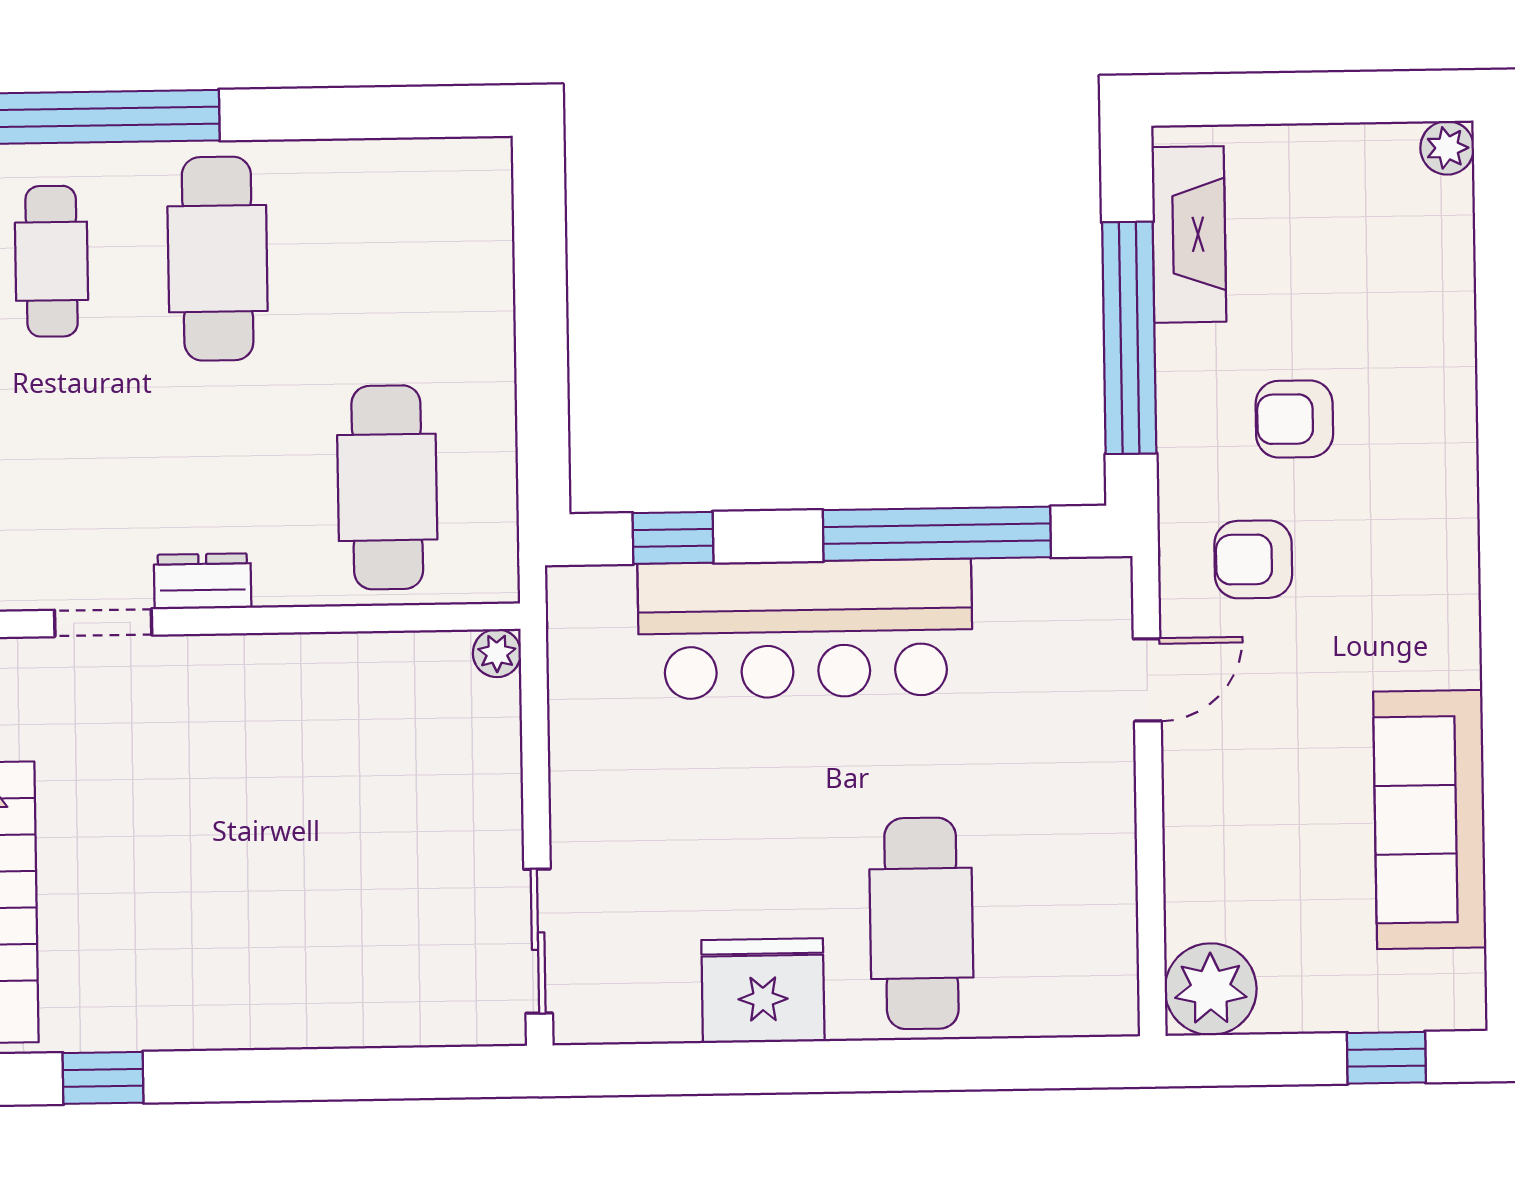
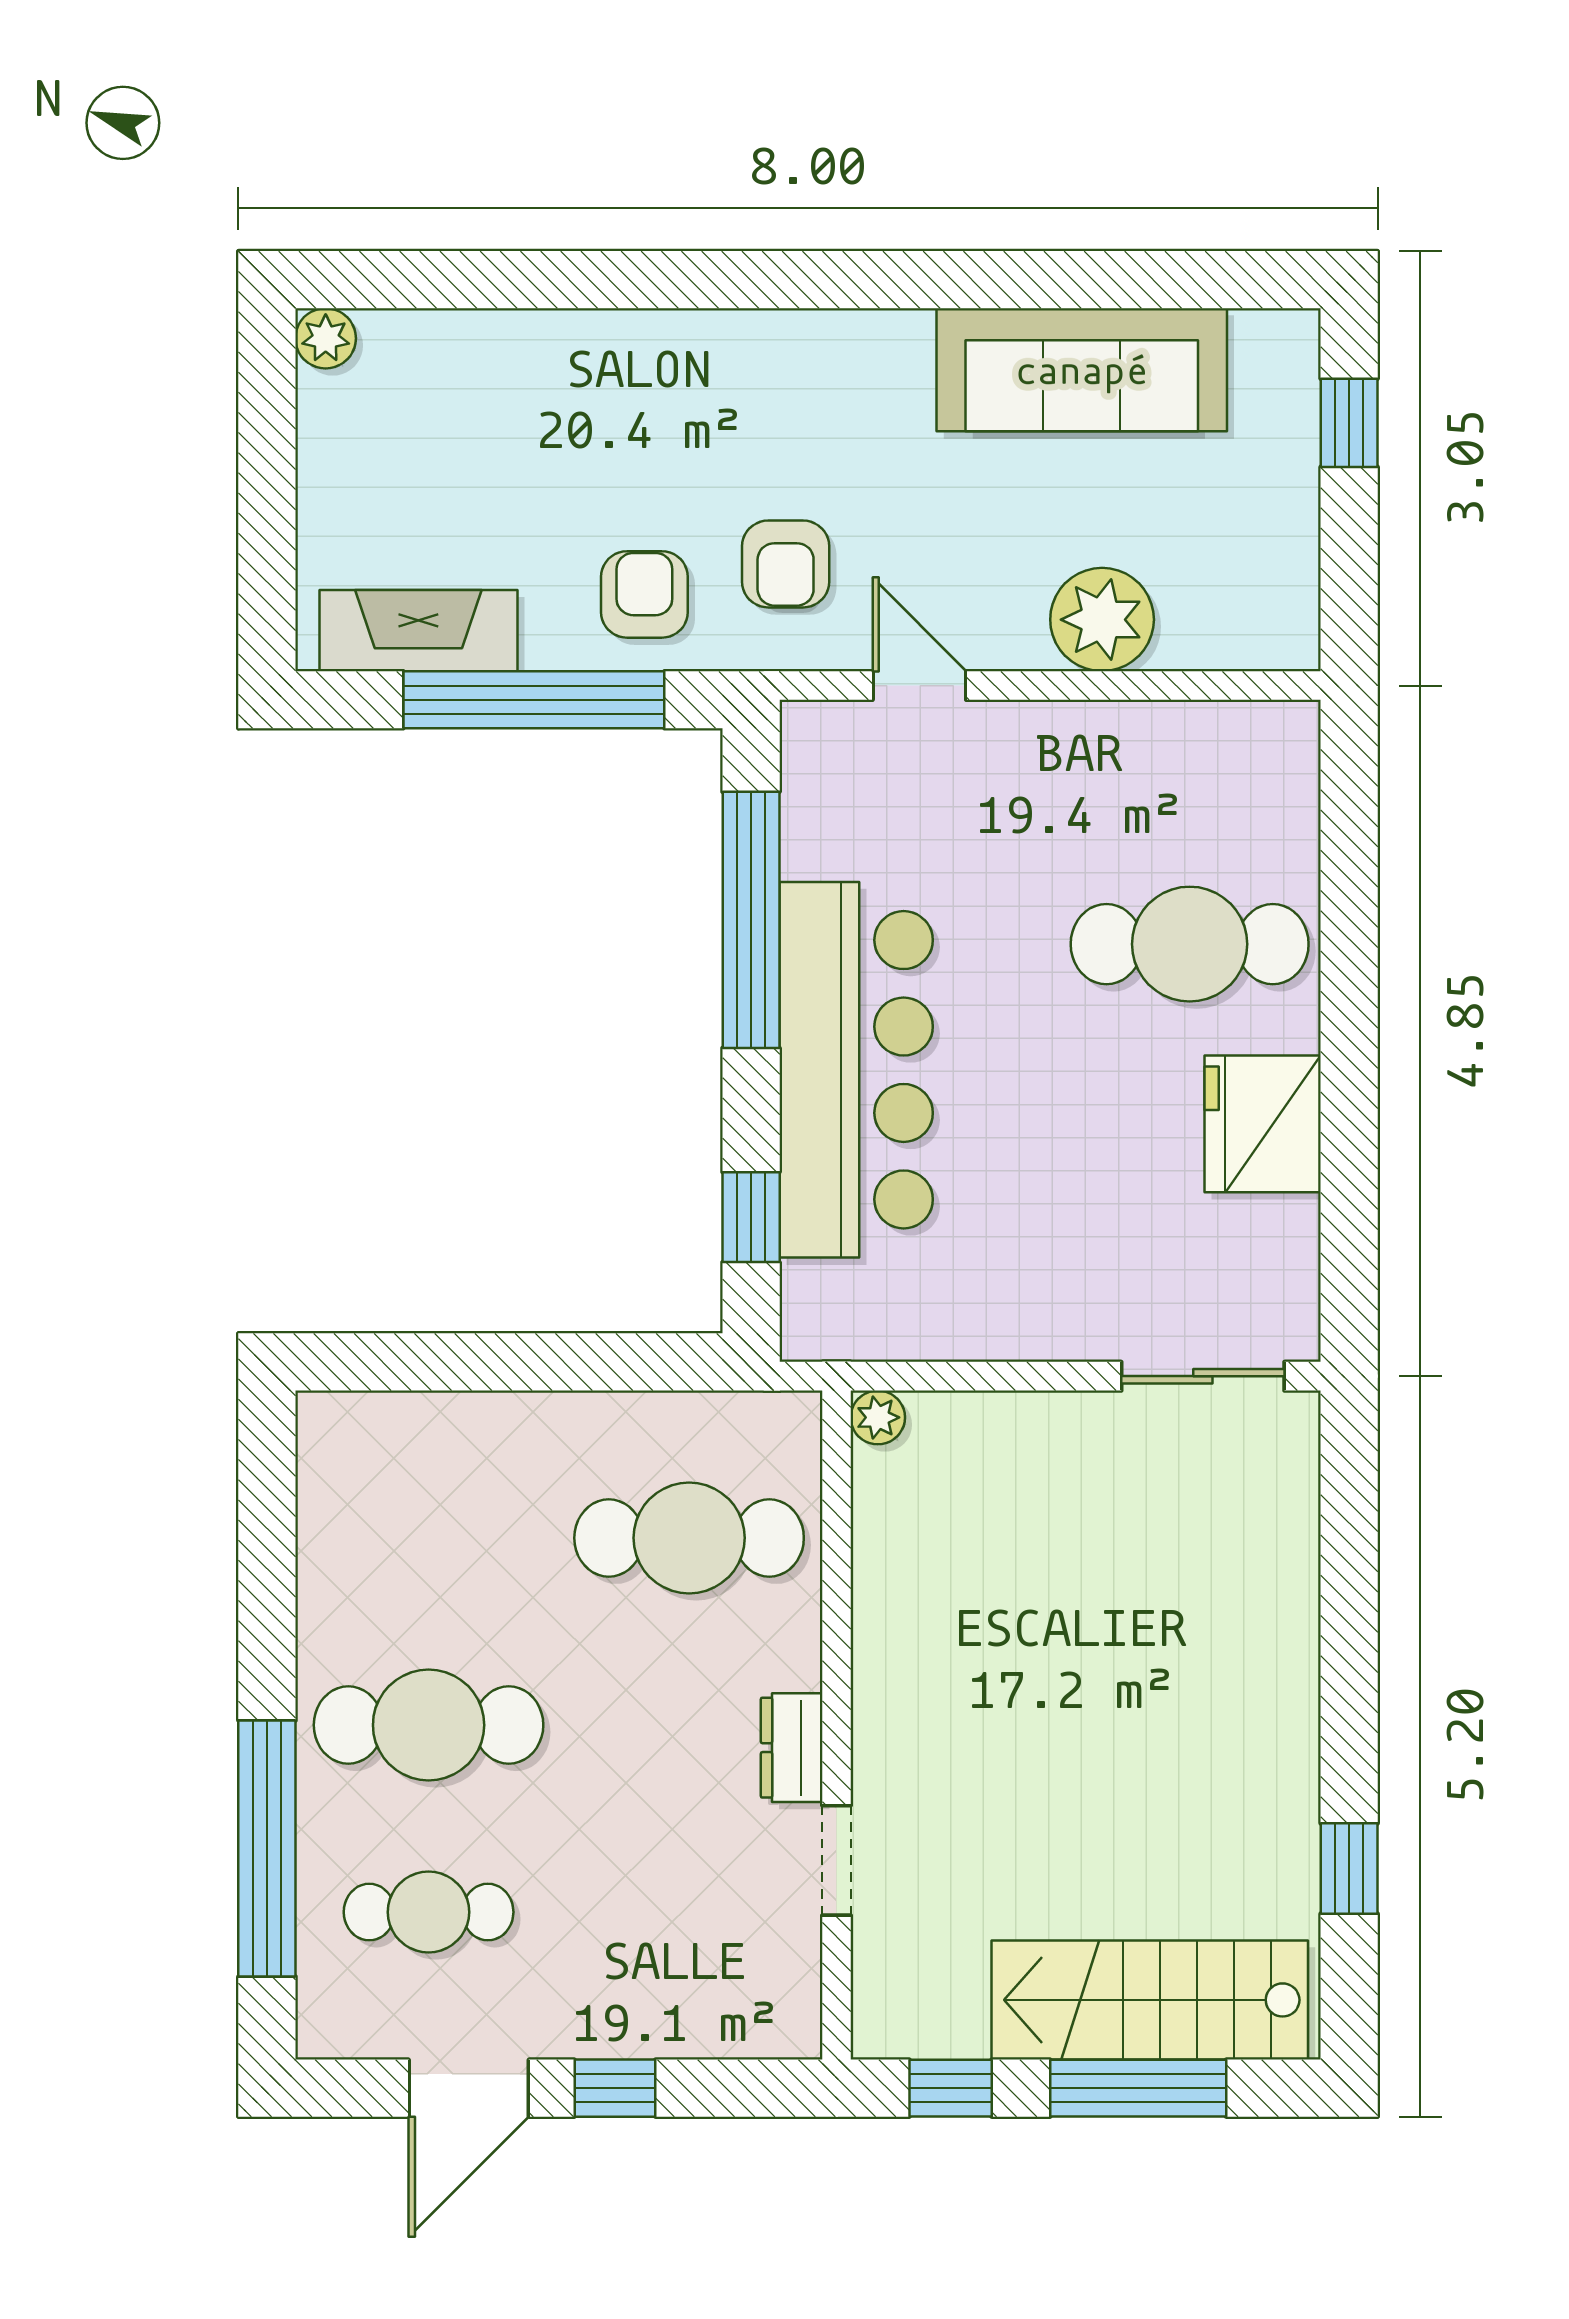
armchair: (1294, 419) -> (644, 594), moved, turned 180
plant: (1211, 989) -> (1102, 620), moved

